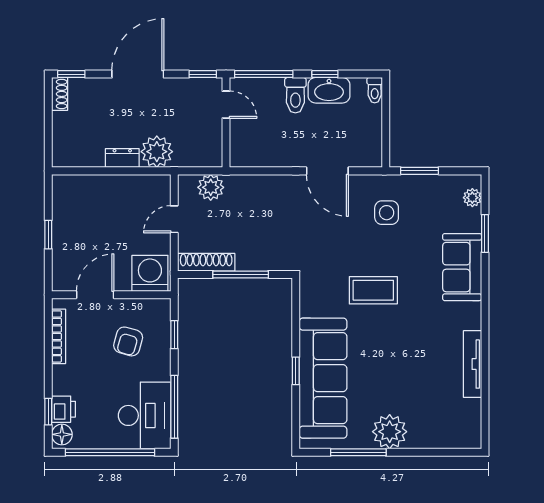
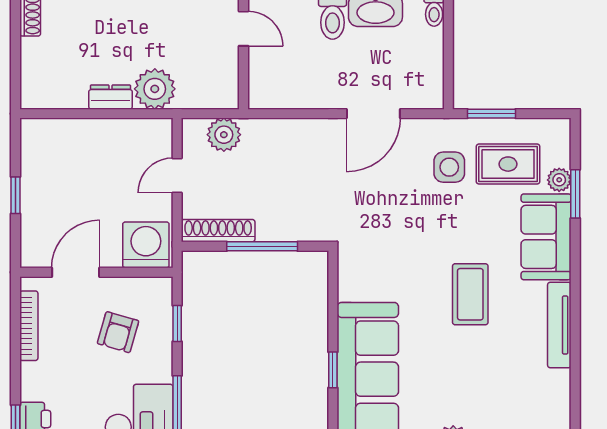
door: (327, 171) -> (373, 114), hinge flipped
plant: (472, 198) -> (559, 180), moved
rug: (432, 210) -> (508, 164), added
coffee table: (373, 290) -> (470, 294), moved, turned 90
tv unit: (472, 364) -> (559, 325), moved

